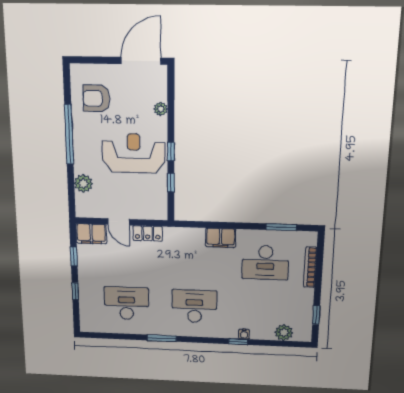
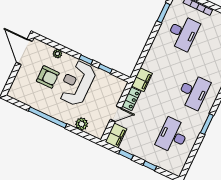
armchair: (96, 98) -> (48, 77), moved, turned -90
filing cabinet: (221, 238) -> (142, 80), moved
desk: (195, 306) -> (193, 92), turned 180

